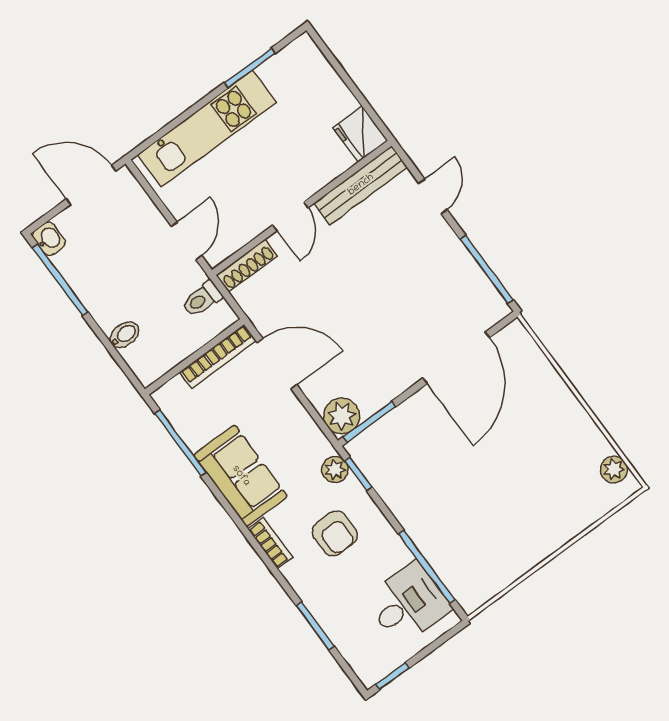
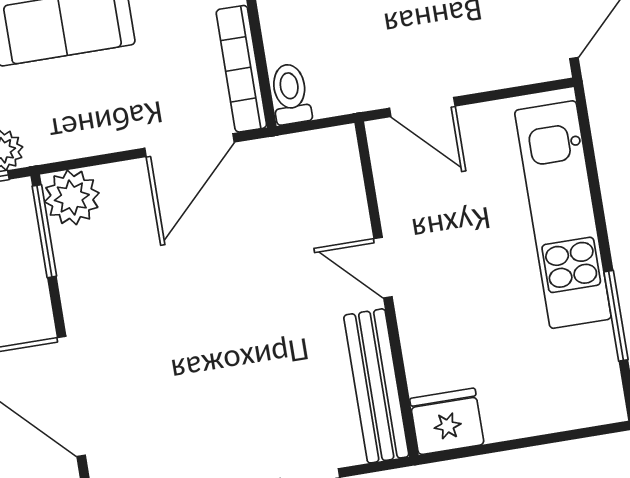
shoe rack: (247, 265) -> (346, 173), removed
toilet: (202, 299) -> (290, 94), moved

